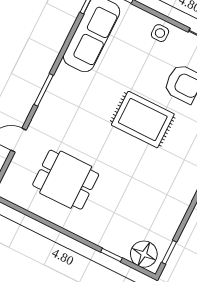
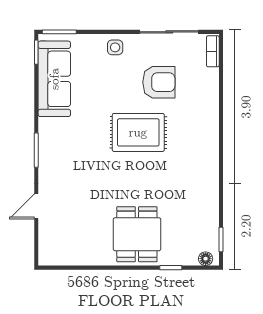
dining table: (66, 180) -> (137, 234), moved, turned 90
floor lamp: (144, 254) -> (206, 259), width x0.53, depth x0.53

